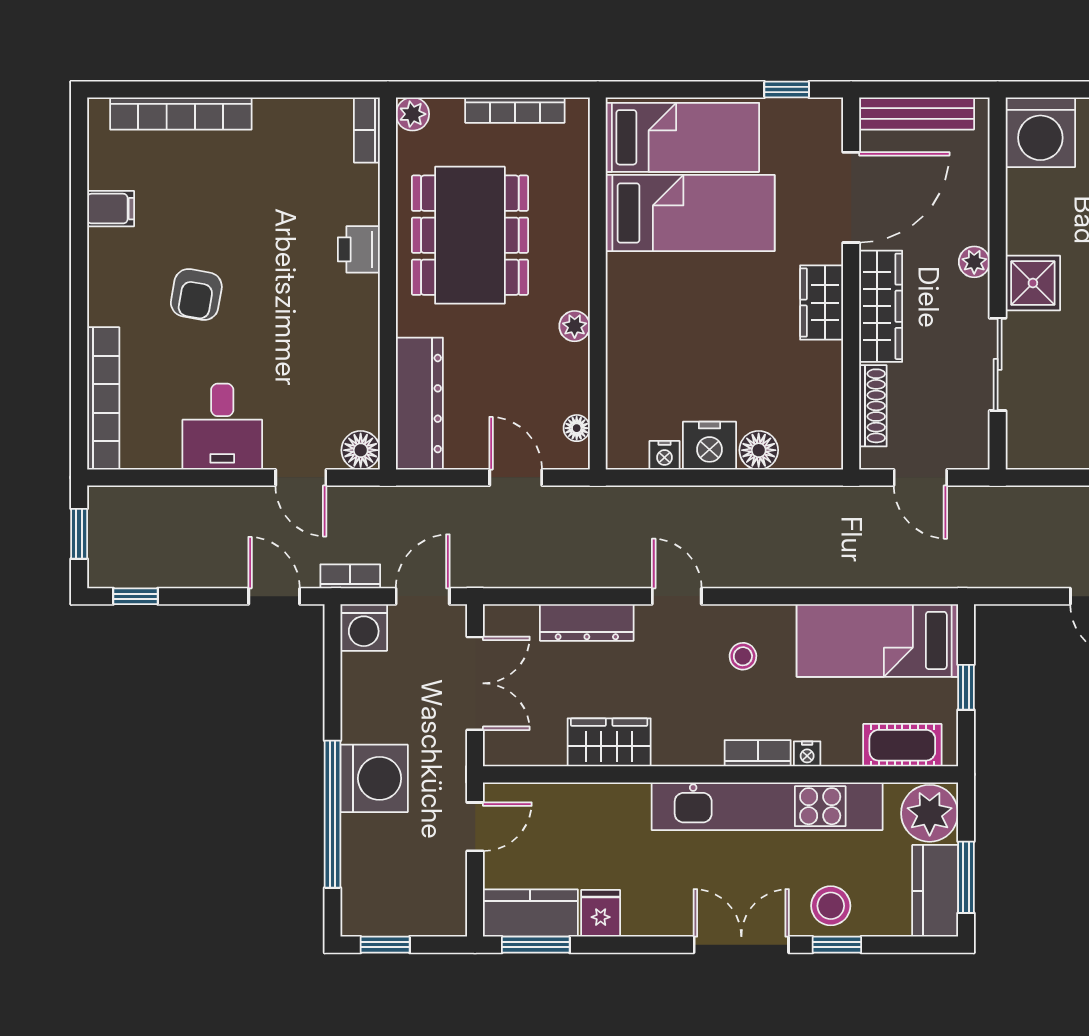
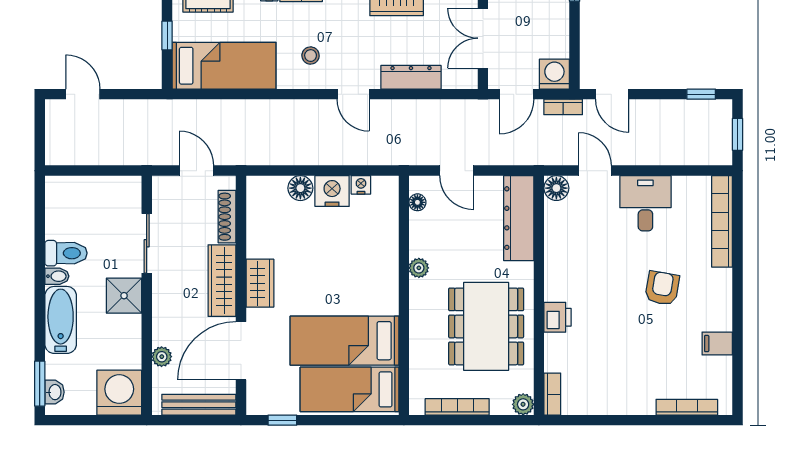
bookcase: (181, 113) -> (687, 407), width x0.68, depth x0.76
plant: (974, 262) -> (162, 357), moved

